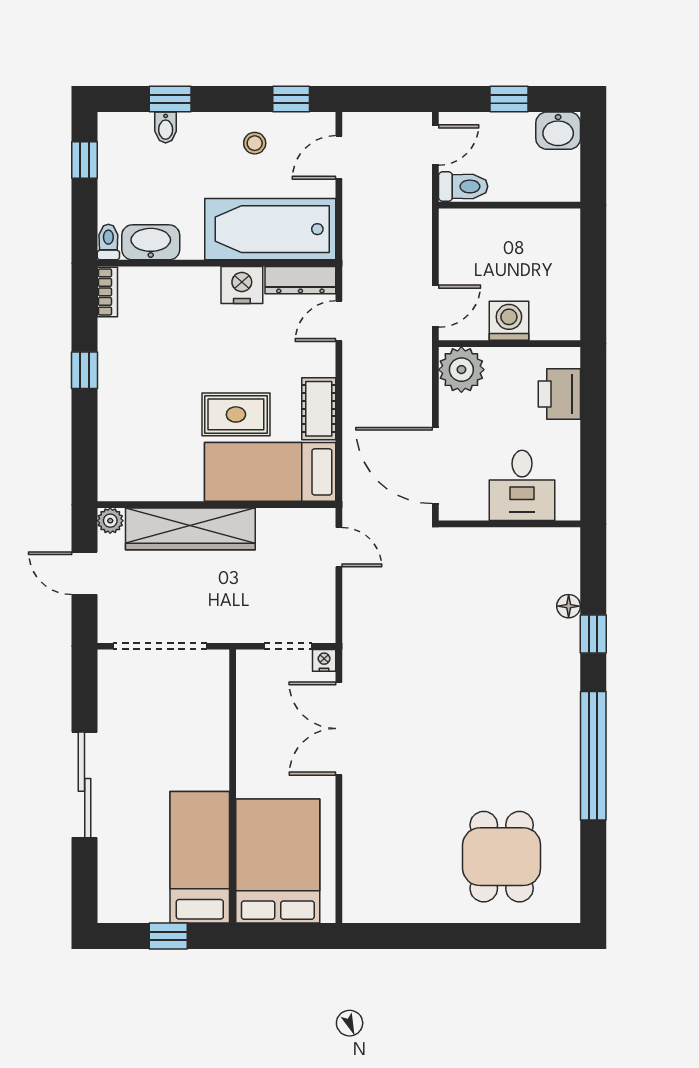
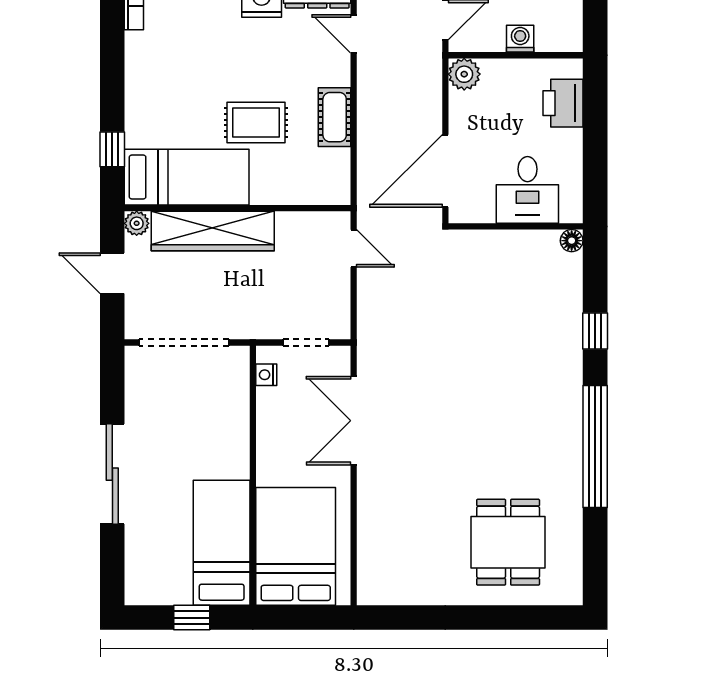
door: (339, 321) -> (354, 34), hinge flipped
washing machine: (509, 321) -> (520, 39), width x0.73, depth x0.73
window: (85, 370) -> (112, 149), moved
plant: (461, 370) -> (464, 74), width x0.73, depth x0.73
door: (435, 466) -> (445, 171), hinge flipped
bed: (270, 472) -> (187, 177), moved, turned 180
floor lamp: (569, 606) -> (572, 241), moved
nightstand: (324, 660) -> (266, 375), moved, turned -90

